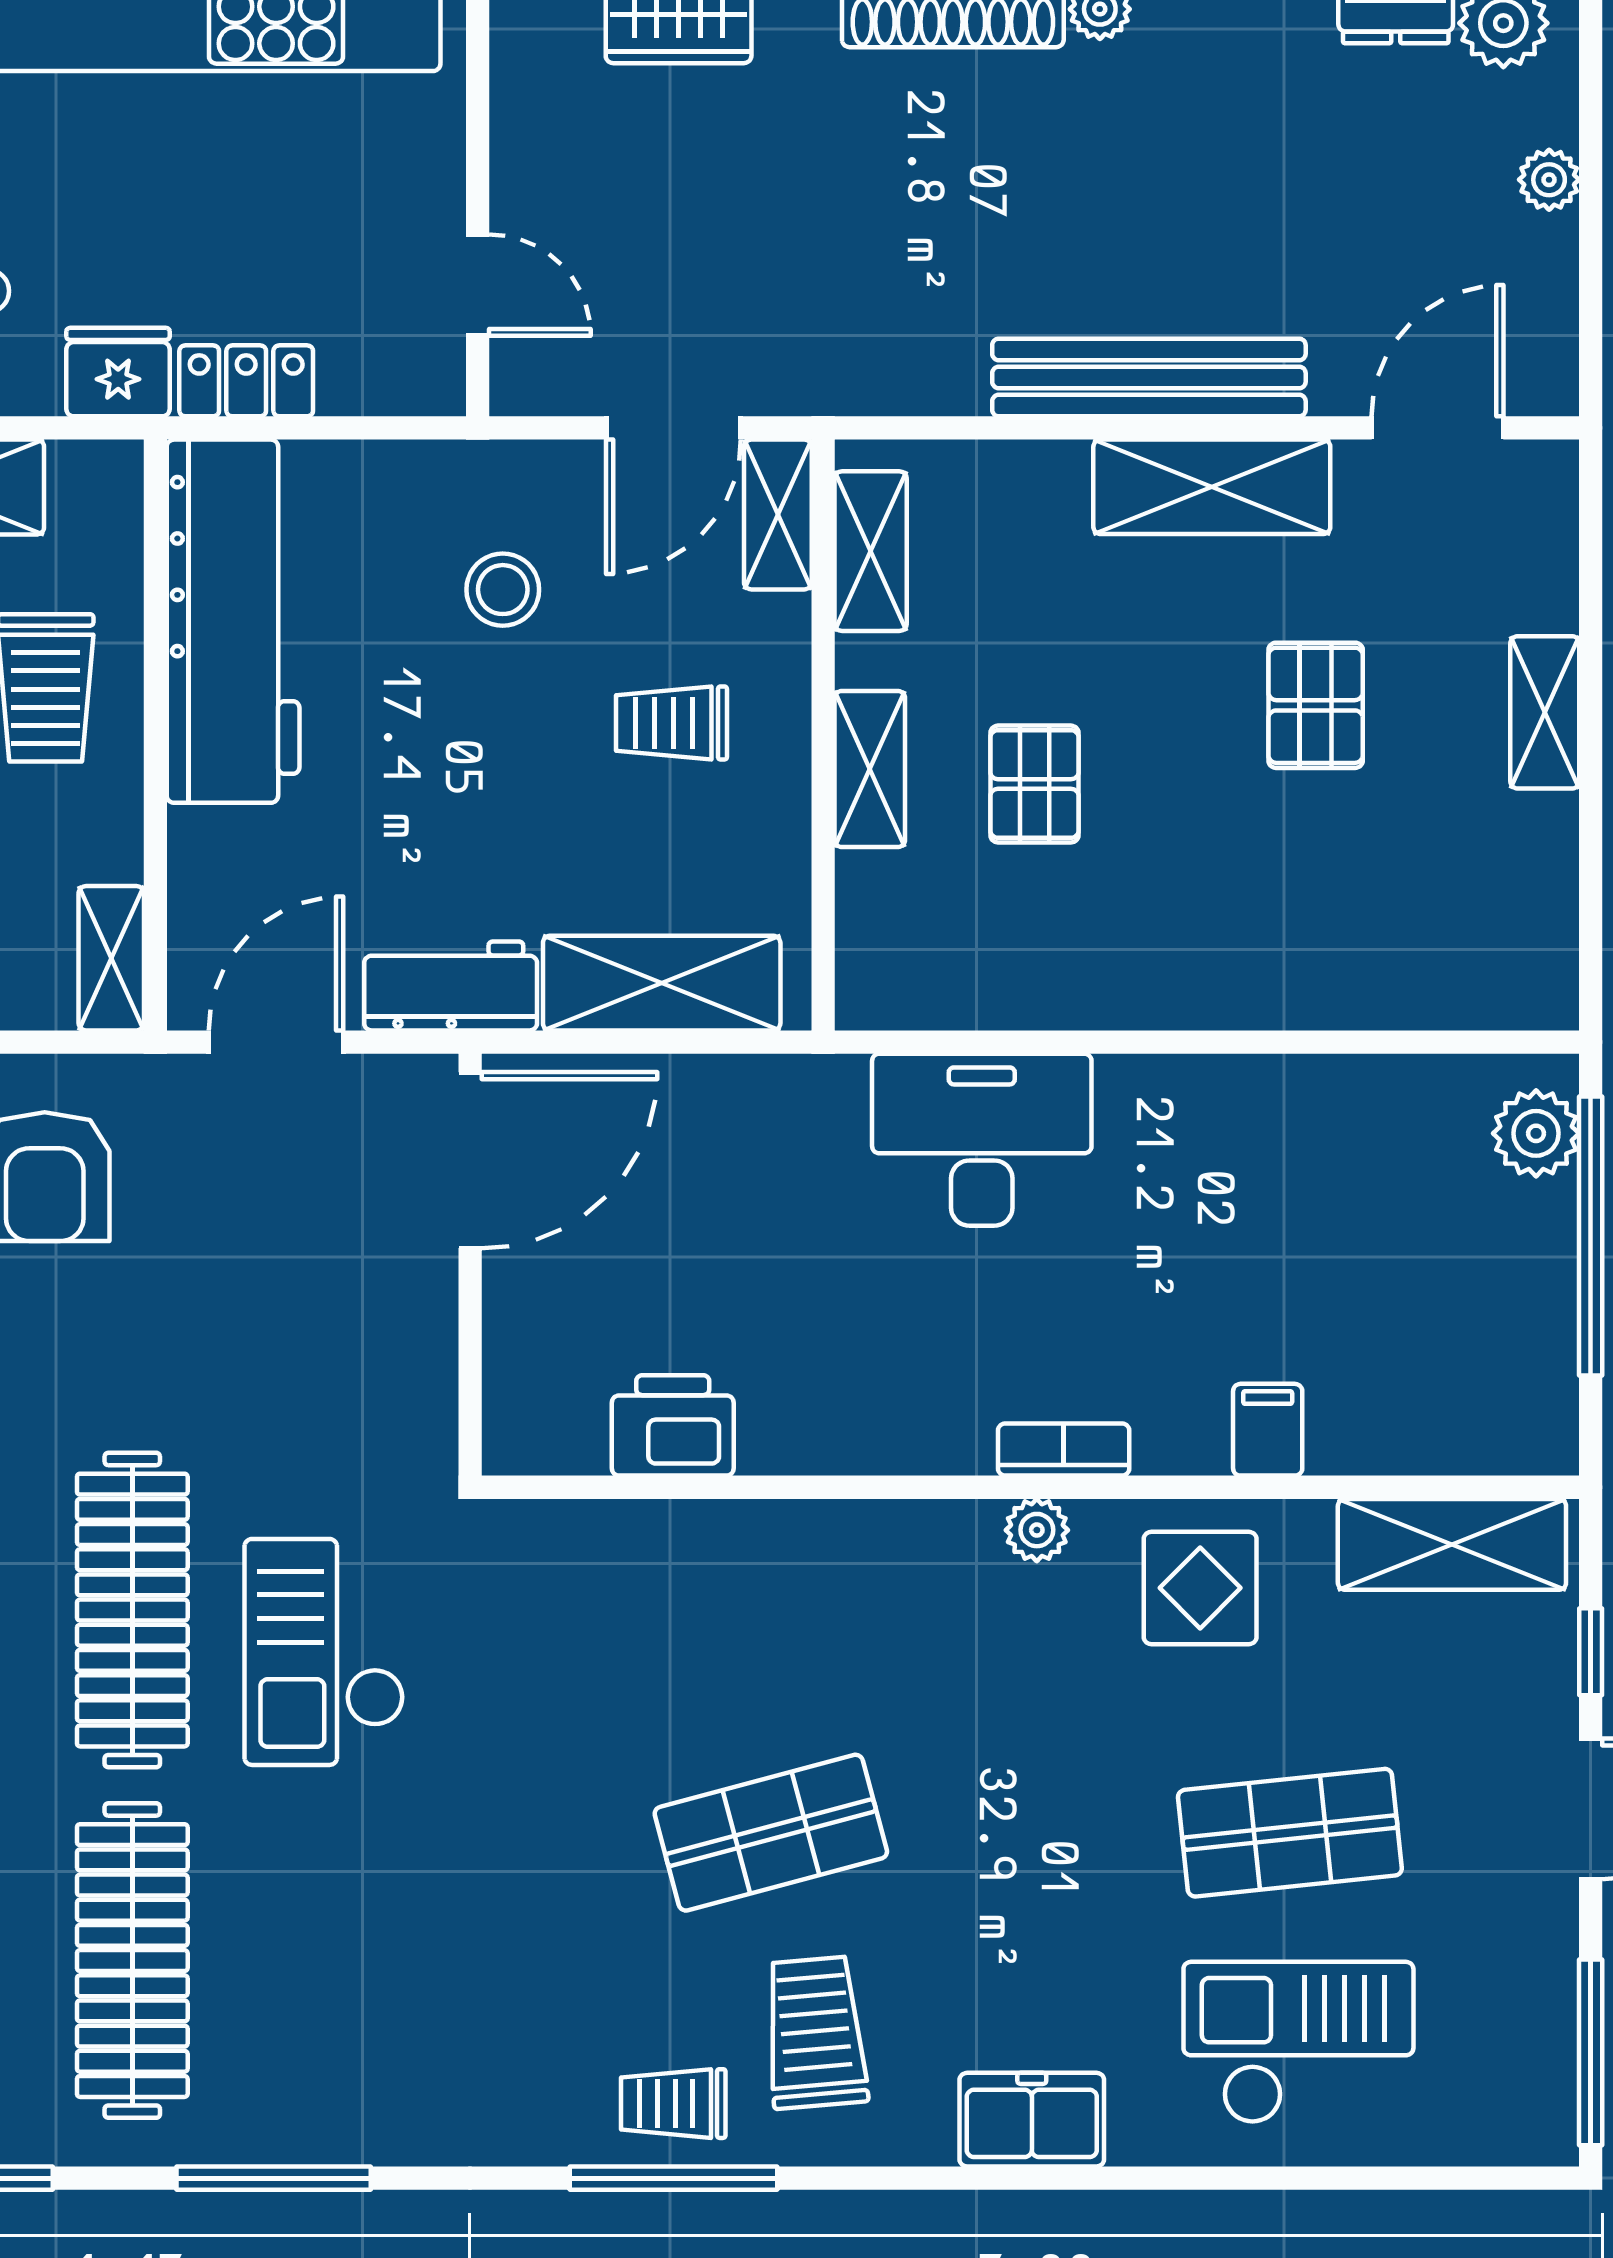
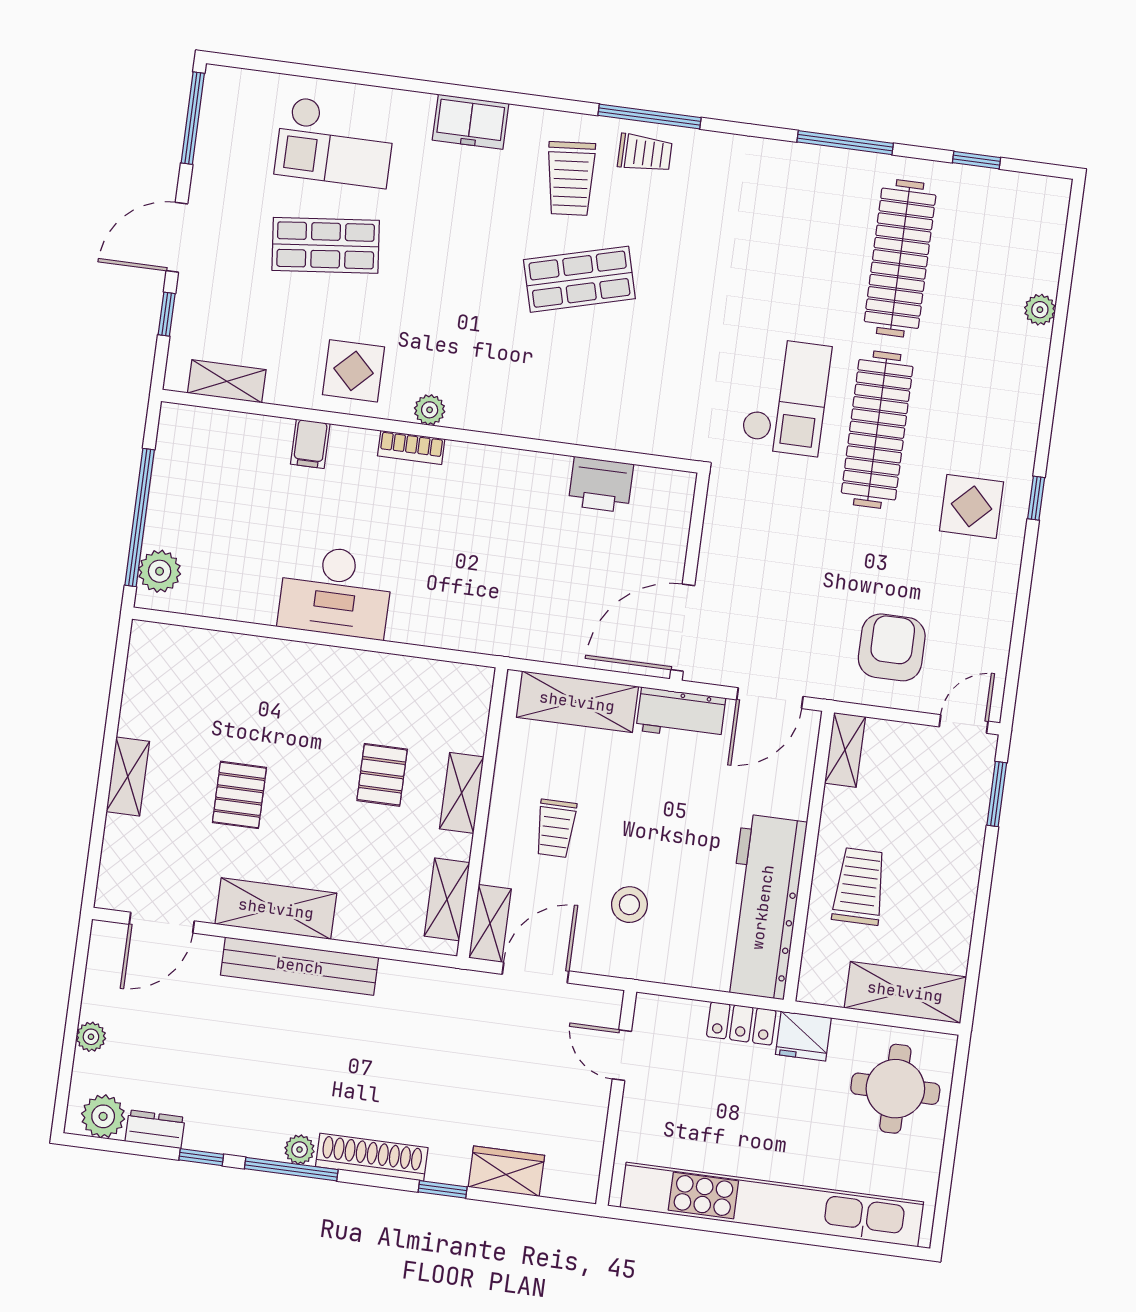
trolley: (671, 723) -> (556, 828), turned 90
desk: (982, 1140) -> (336, 592), moved
shelving: (1452, 1544) -> (227, 381), width x0.67, depth x0.75

